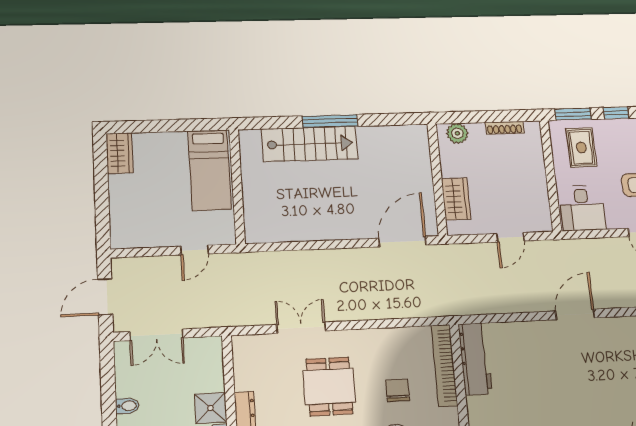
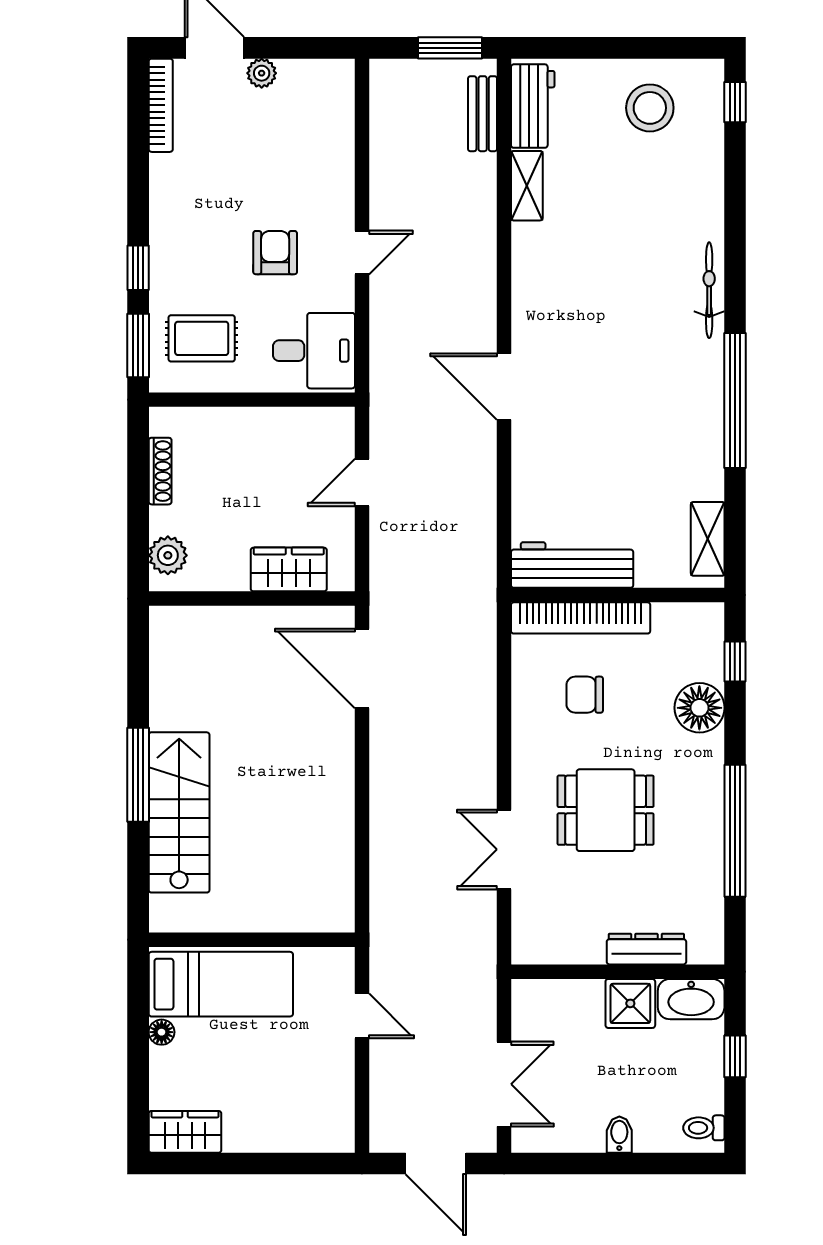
floor lamp: (179, 138) -> (162, 1032), added
door: (510, 237) -> (362, 483), swing flipped
chair: (398, 390) -> (585, 695), moved

